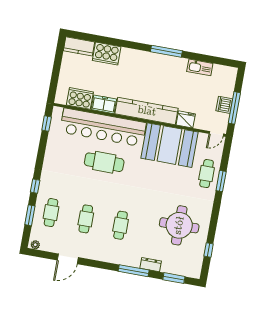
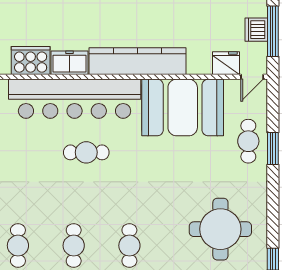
fridge: (186, 119) -> (226, 63), moved
cafe table: (104, 162) -> (86, 152), width x0.73, depth x0.74

